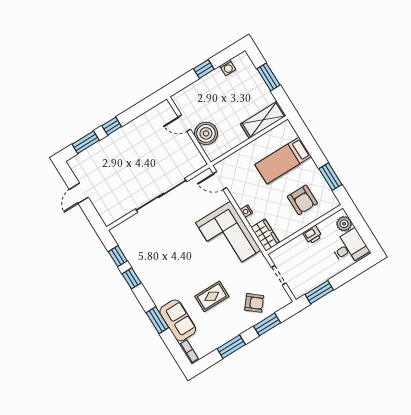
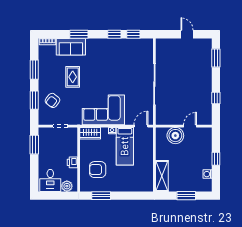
window: (112, 126) -> (216, 98), moved
bed: (283, 160) -> (125, 146), moved, turned 180

